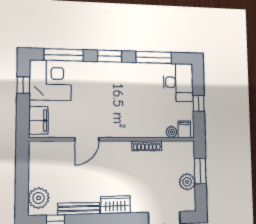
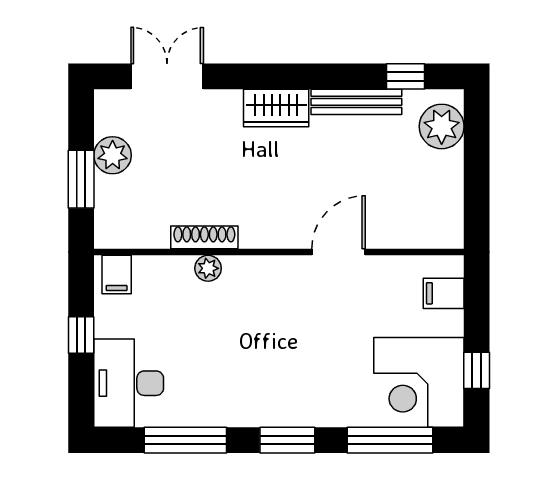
filing cabinet: (38, 120) -> (444, 293), width x0.50
plant: (172, 132) -> (208, 268), moved

